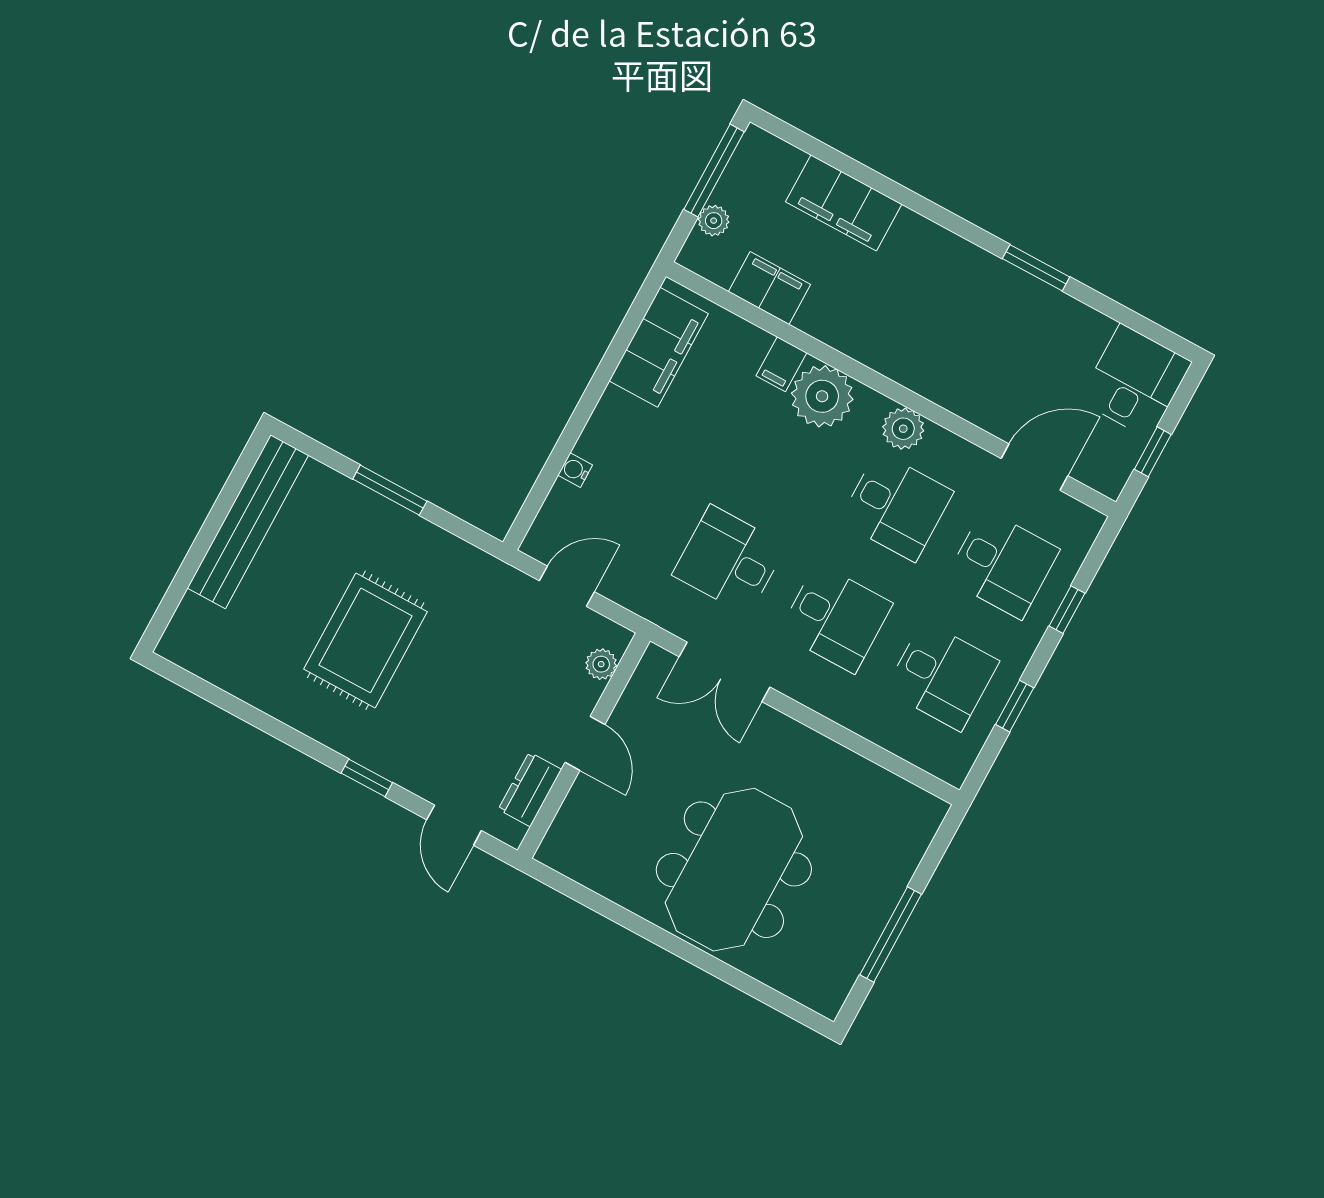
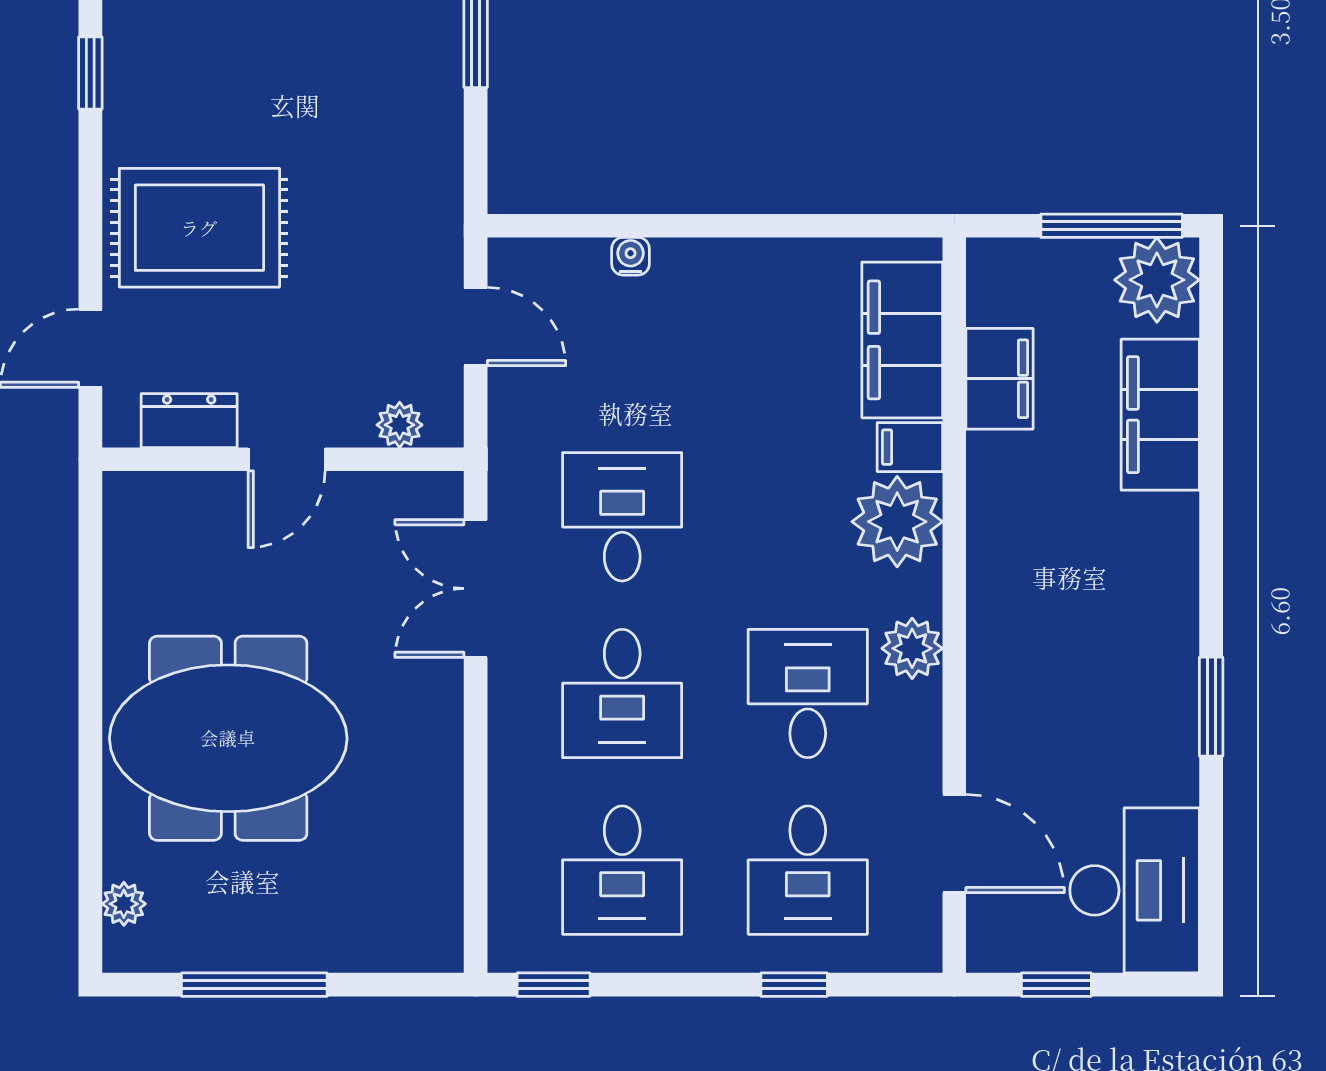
plant: (714, 221) -> (1157, 280), moved, width x1.87, depth x1.87
filing cabinet: (659, 347) -> (902, 340), moved, turned 90
desk: (1135, 381) -> (1135, 890), width x1.37
desk: (896, 506) -> (808, 693), turned 180
rug: (366, 640) -> (199, 228), moved
window: (1015, 706) -> (554, 985), moved
window: (367, 778) -> (90, 73), moved
plant: (799, 987) -> (124, 904), added

